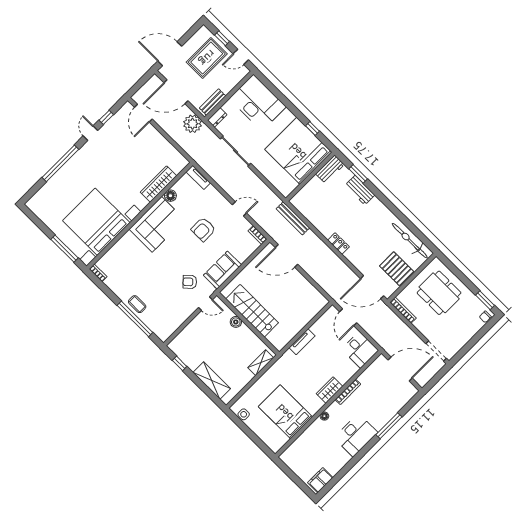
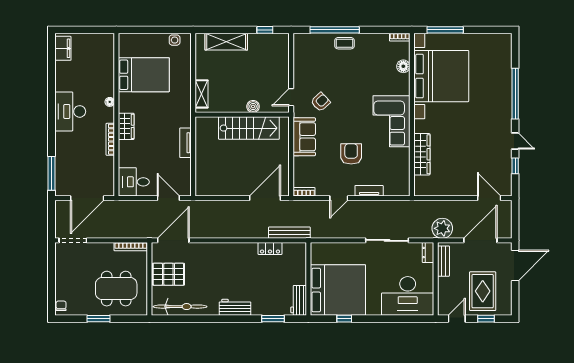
tv unit: (198, 177) -> (369, 191), moved
workbench: (360, 190) -> (235, 307), moved
floor lamp: (170, 196) -> (403, 66), moved
locker: (338, 244) -> (270, 248), moved
window: (485, 300) -> (99, 319), moved
window: (389, 426) -> (51, 173), moved

